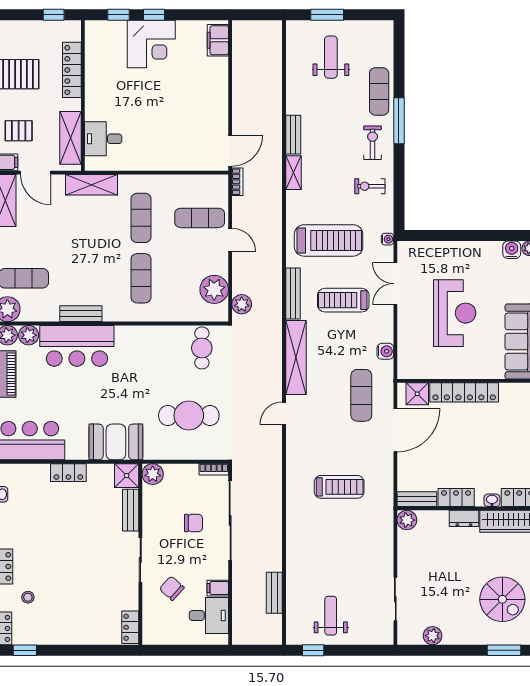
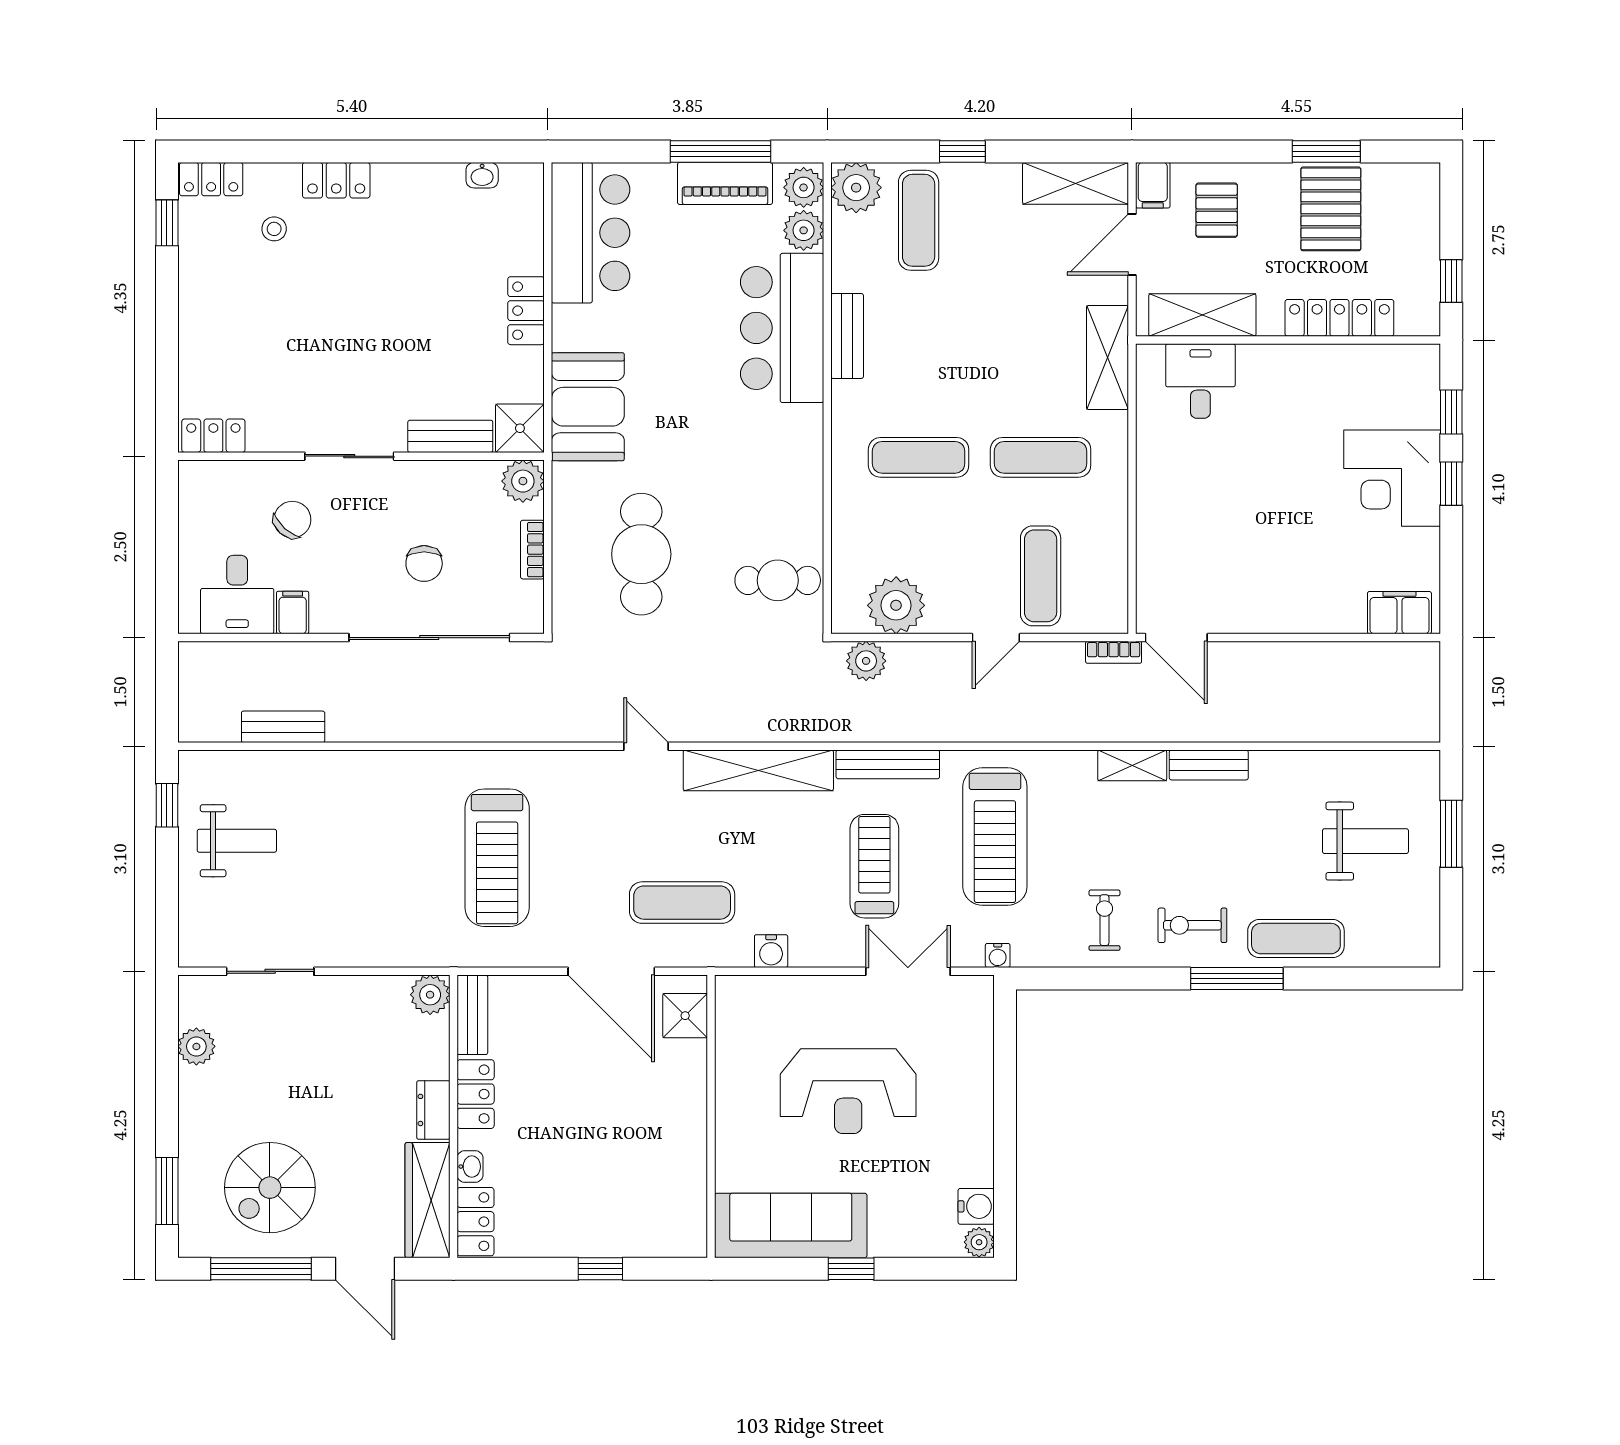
exercise bike: (373, 143) -> (1192, 925), turned 180
locker: (464, 392) -> (688, 1110), removed
bookcase: (214, 469) -> (532, 550), moved
treadmill: (339, 487) -> (497, 858), width x1.37, depth x1.38

